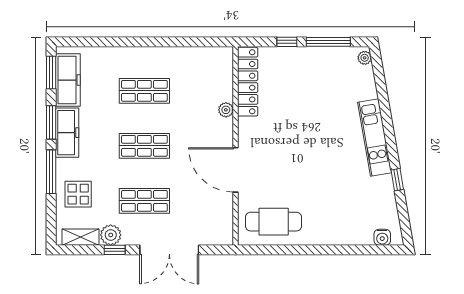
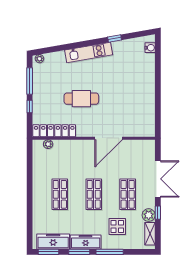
plant: (226, 110) -> (48, 144), moved
display table: (78, 194) -> (117, 226), moved
cafe table: (274, 222) -> (81, 99), moved, turned 90

